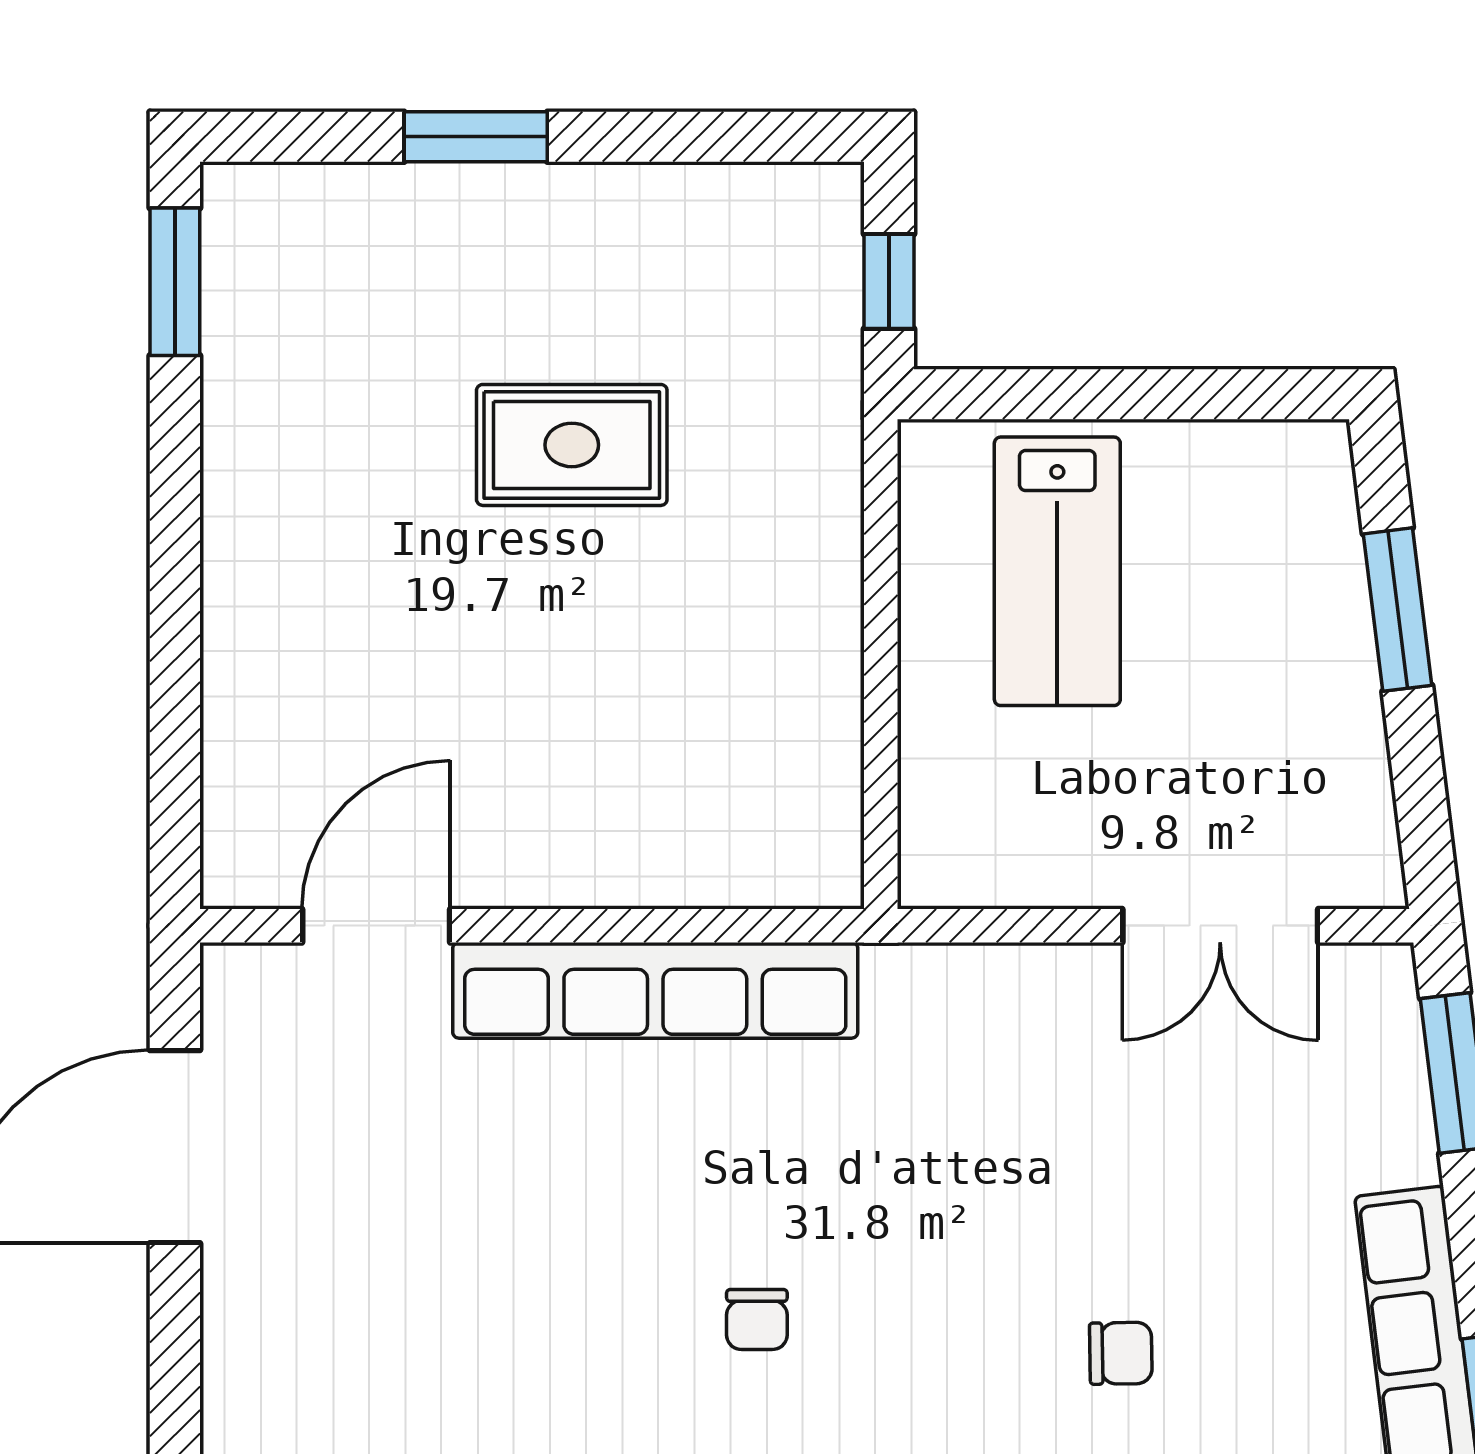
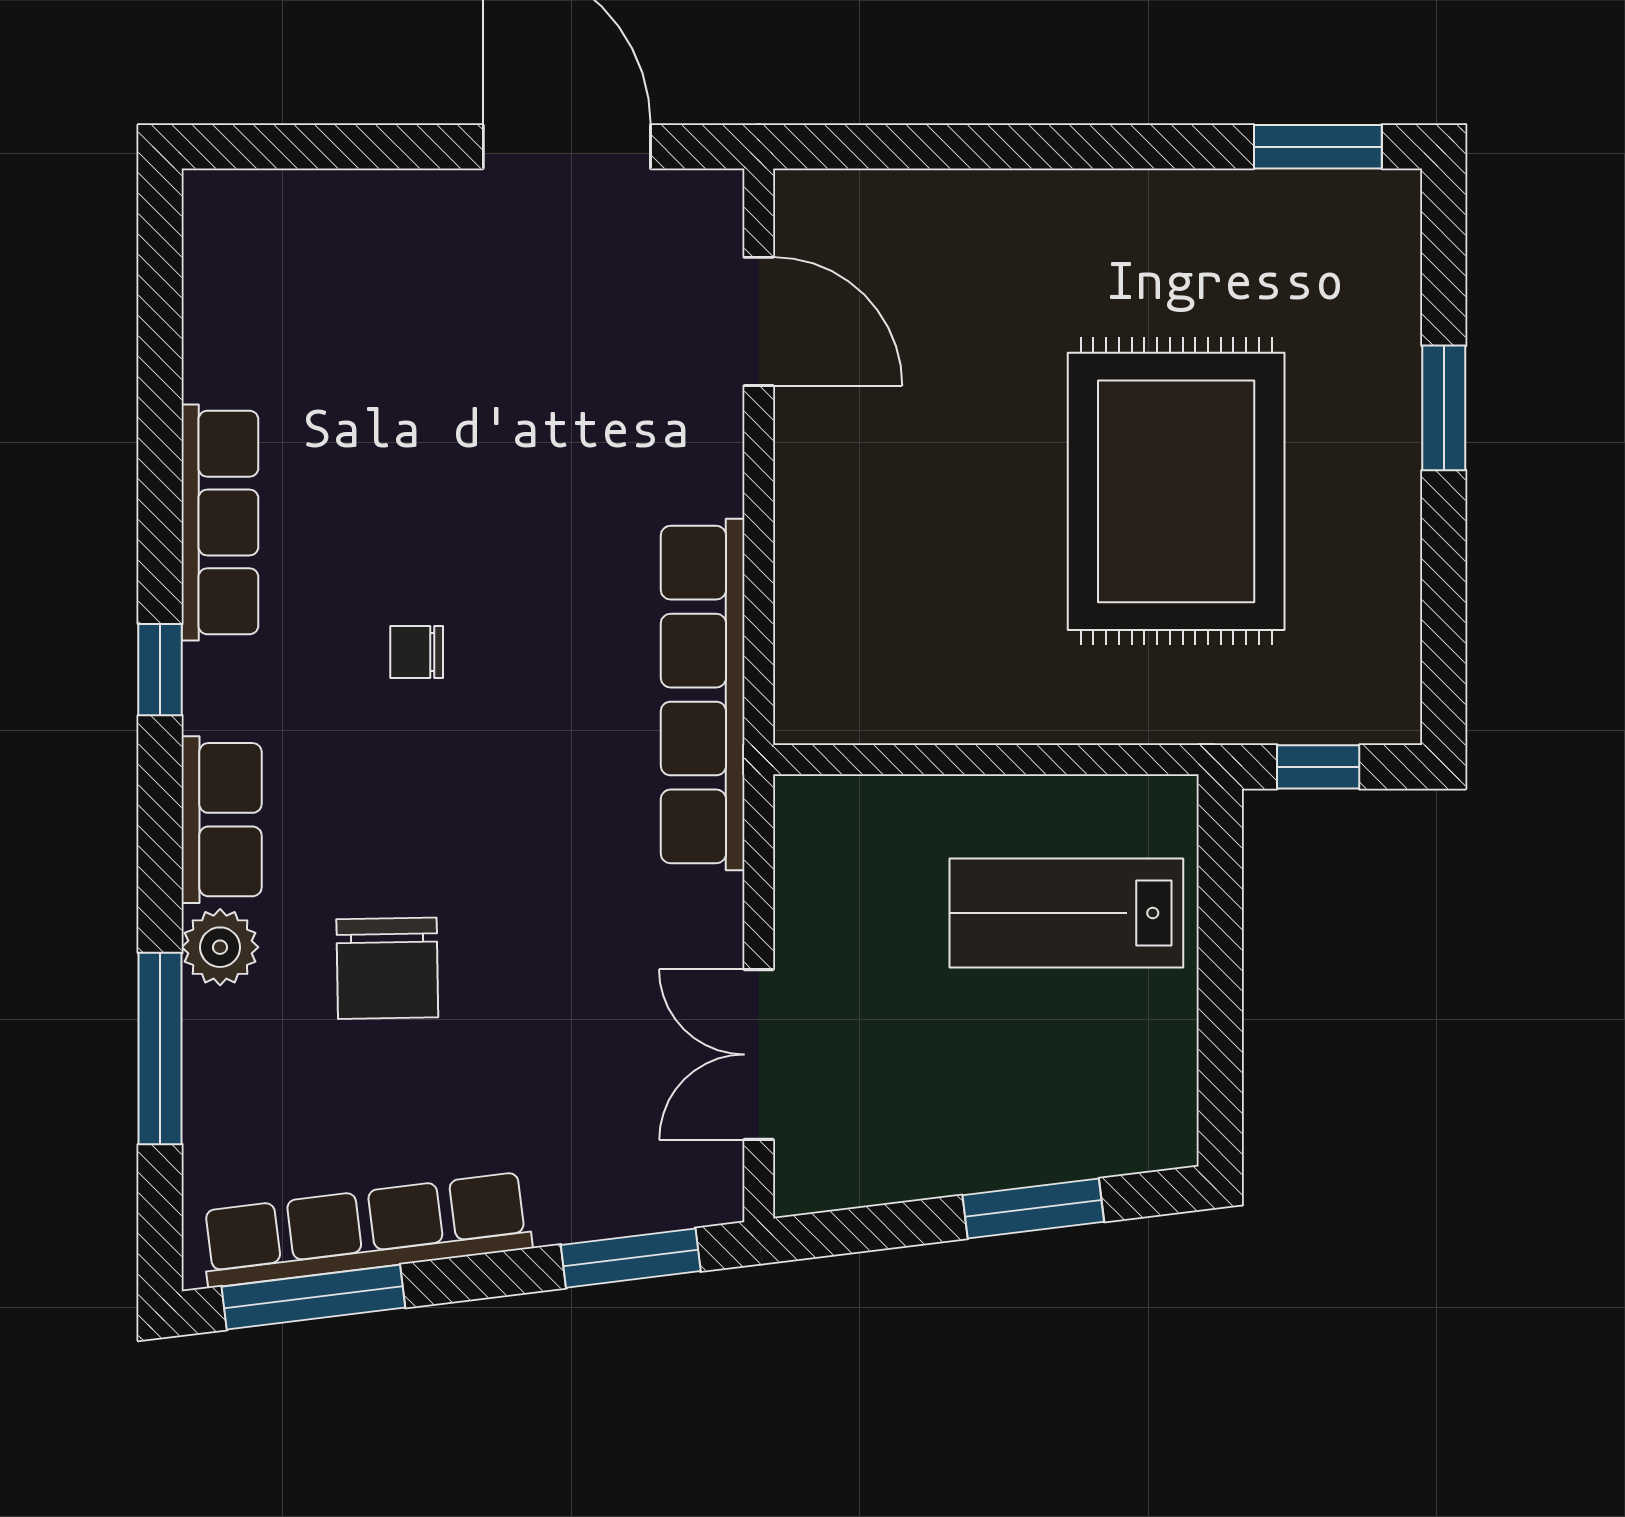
rug: (572, 445) -> (1176, 491), width x1.86, depth x2.06
row of seats: (655, 990) -> (703, 695), moved
chair: (1121, 1353) -> (387, 968), width x1.87, depth x1.87

